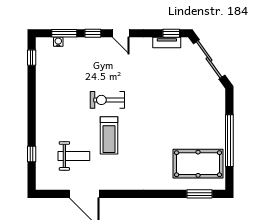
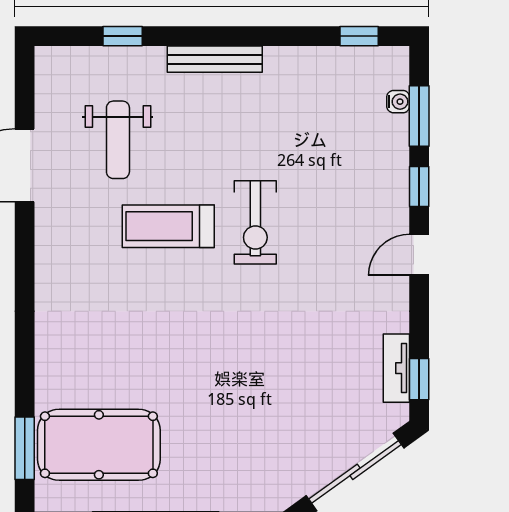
exercise bike: (107, 100) -> (255, 222), turned 180
bench: (41, 116) -> (215, 59), added
pool table: (198, 164) -> (99, 445), turned 90

